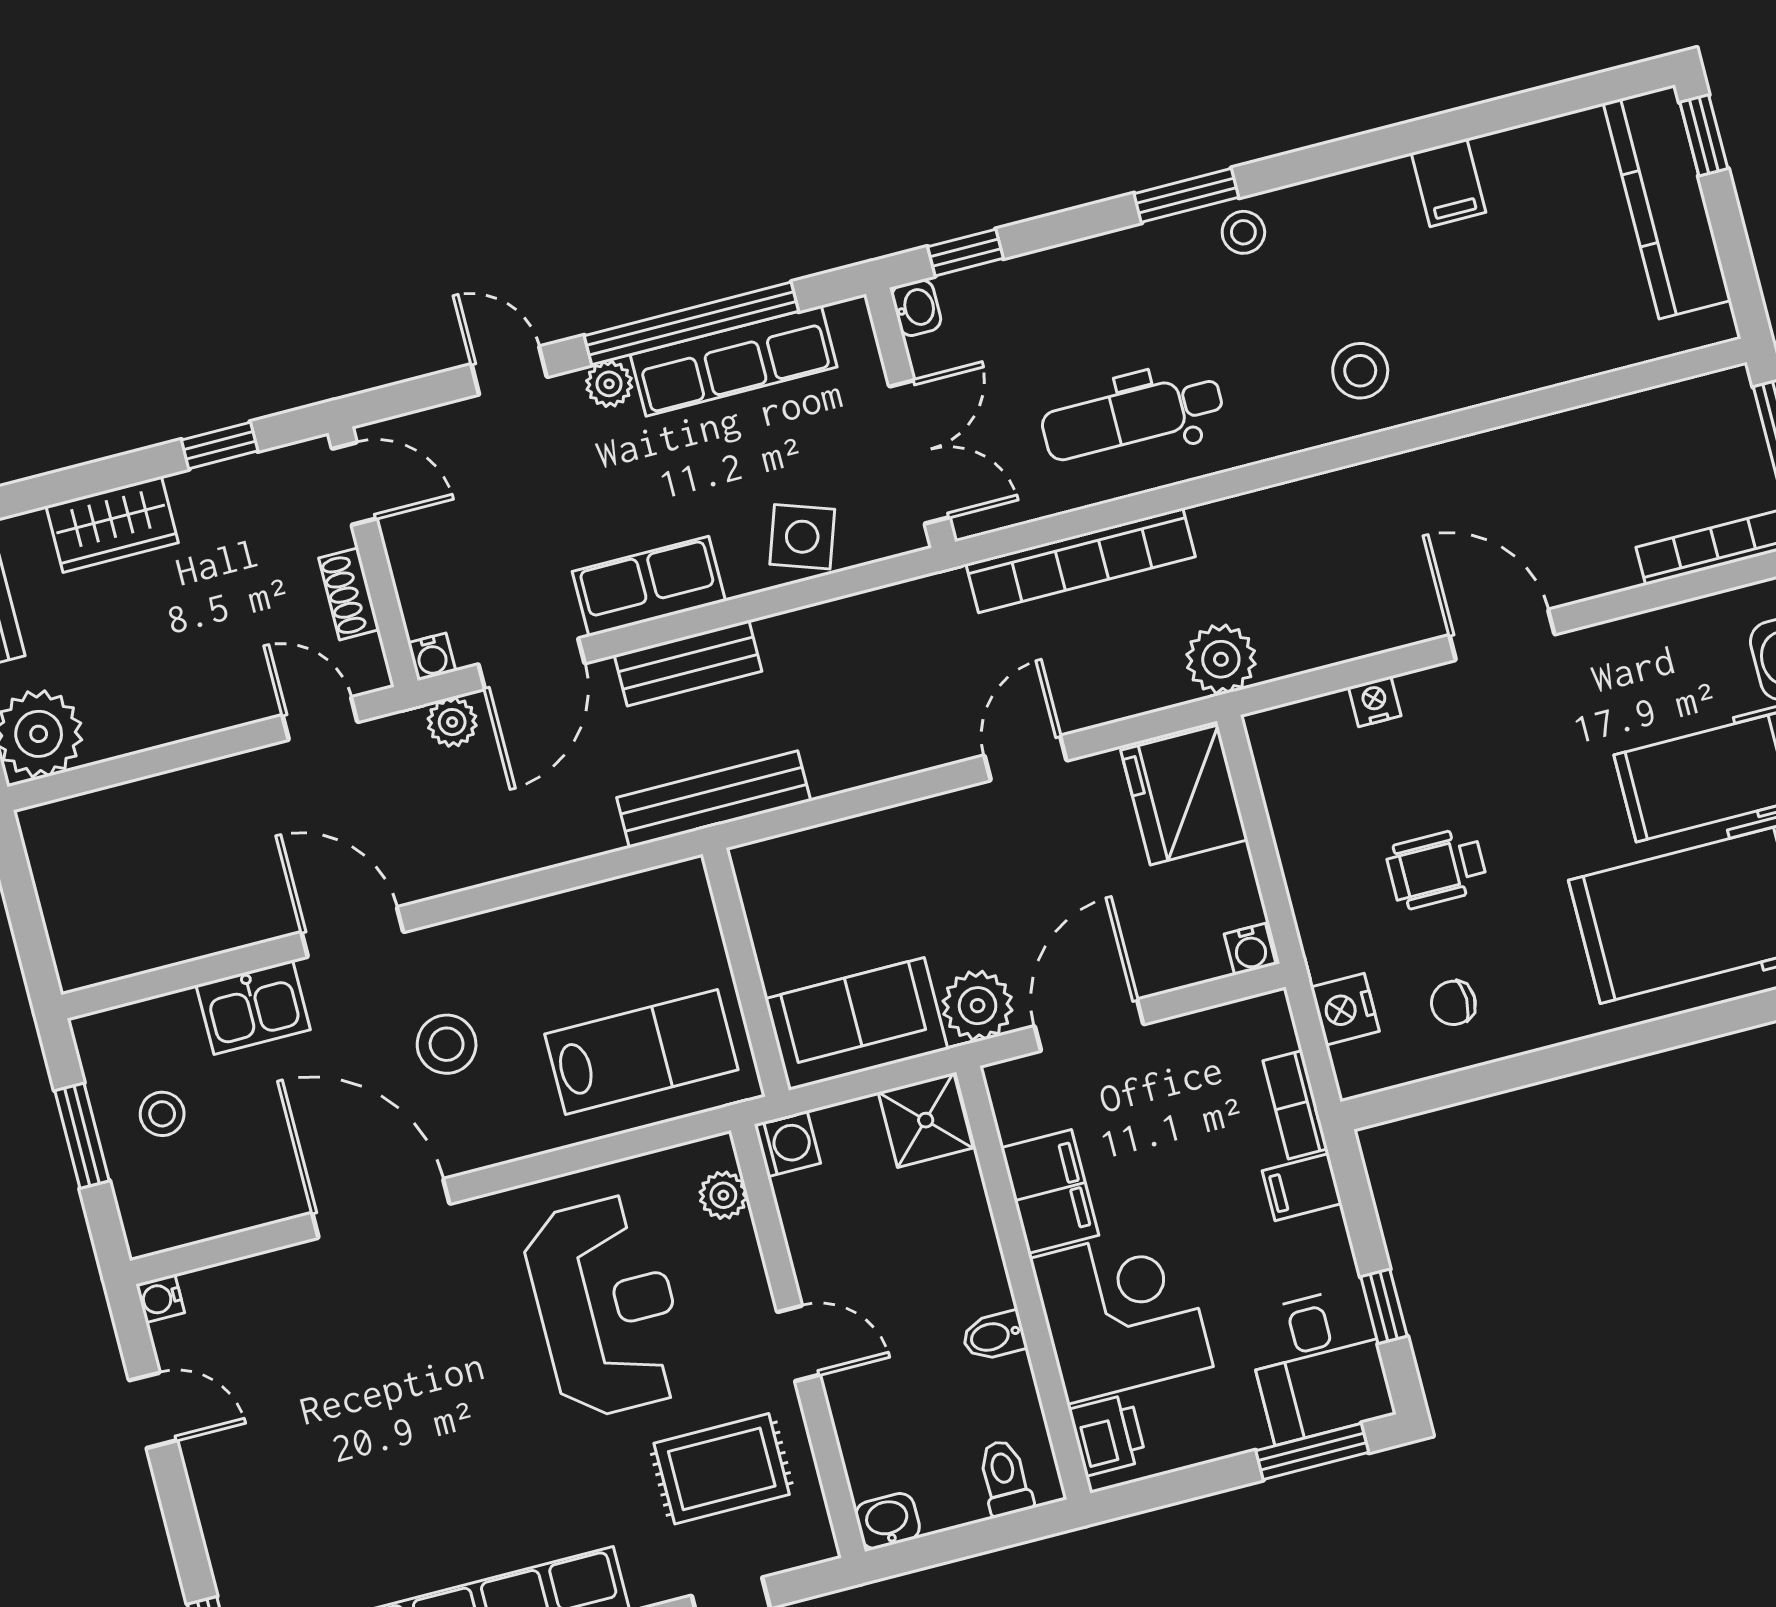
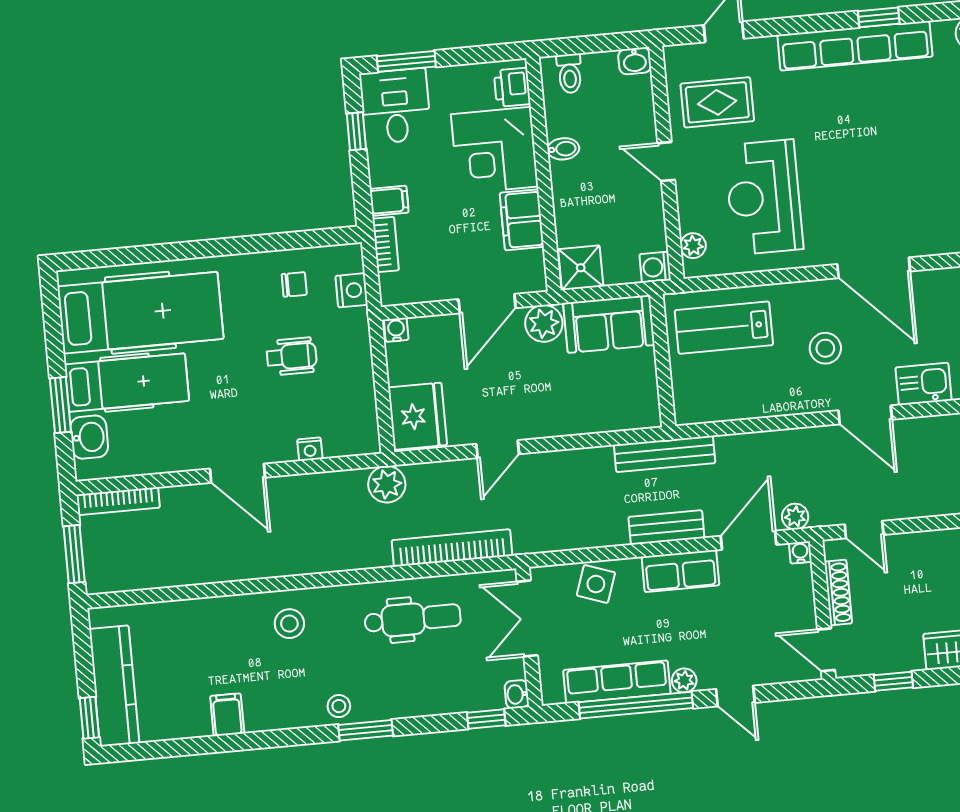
shoe rack: (349, 594) -> (838, 593), width x1.43

